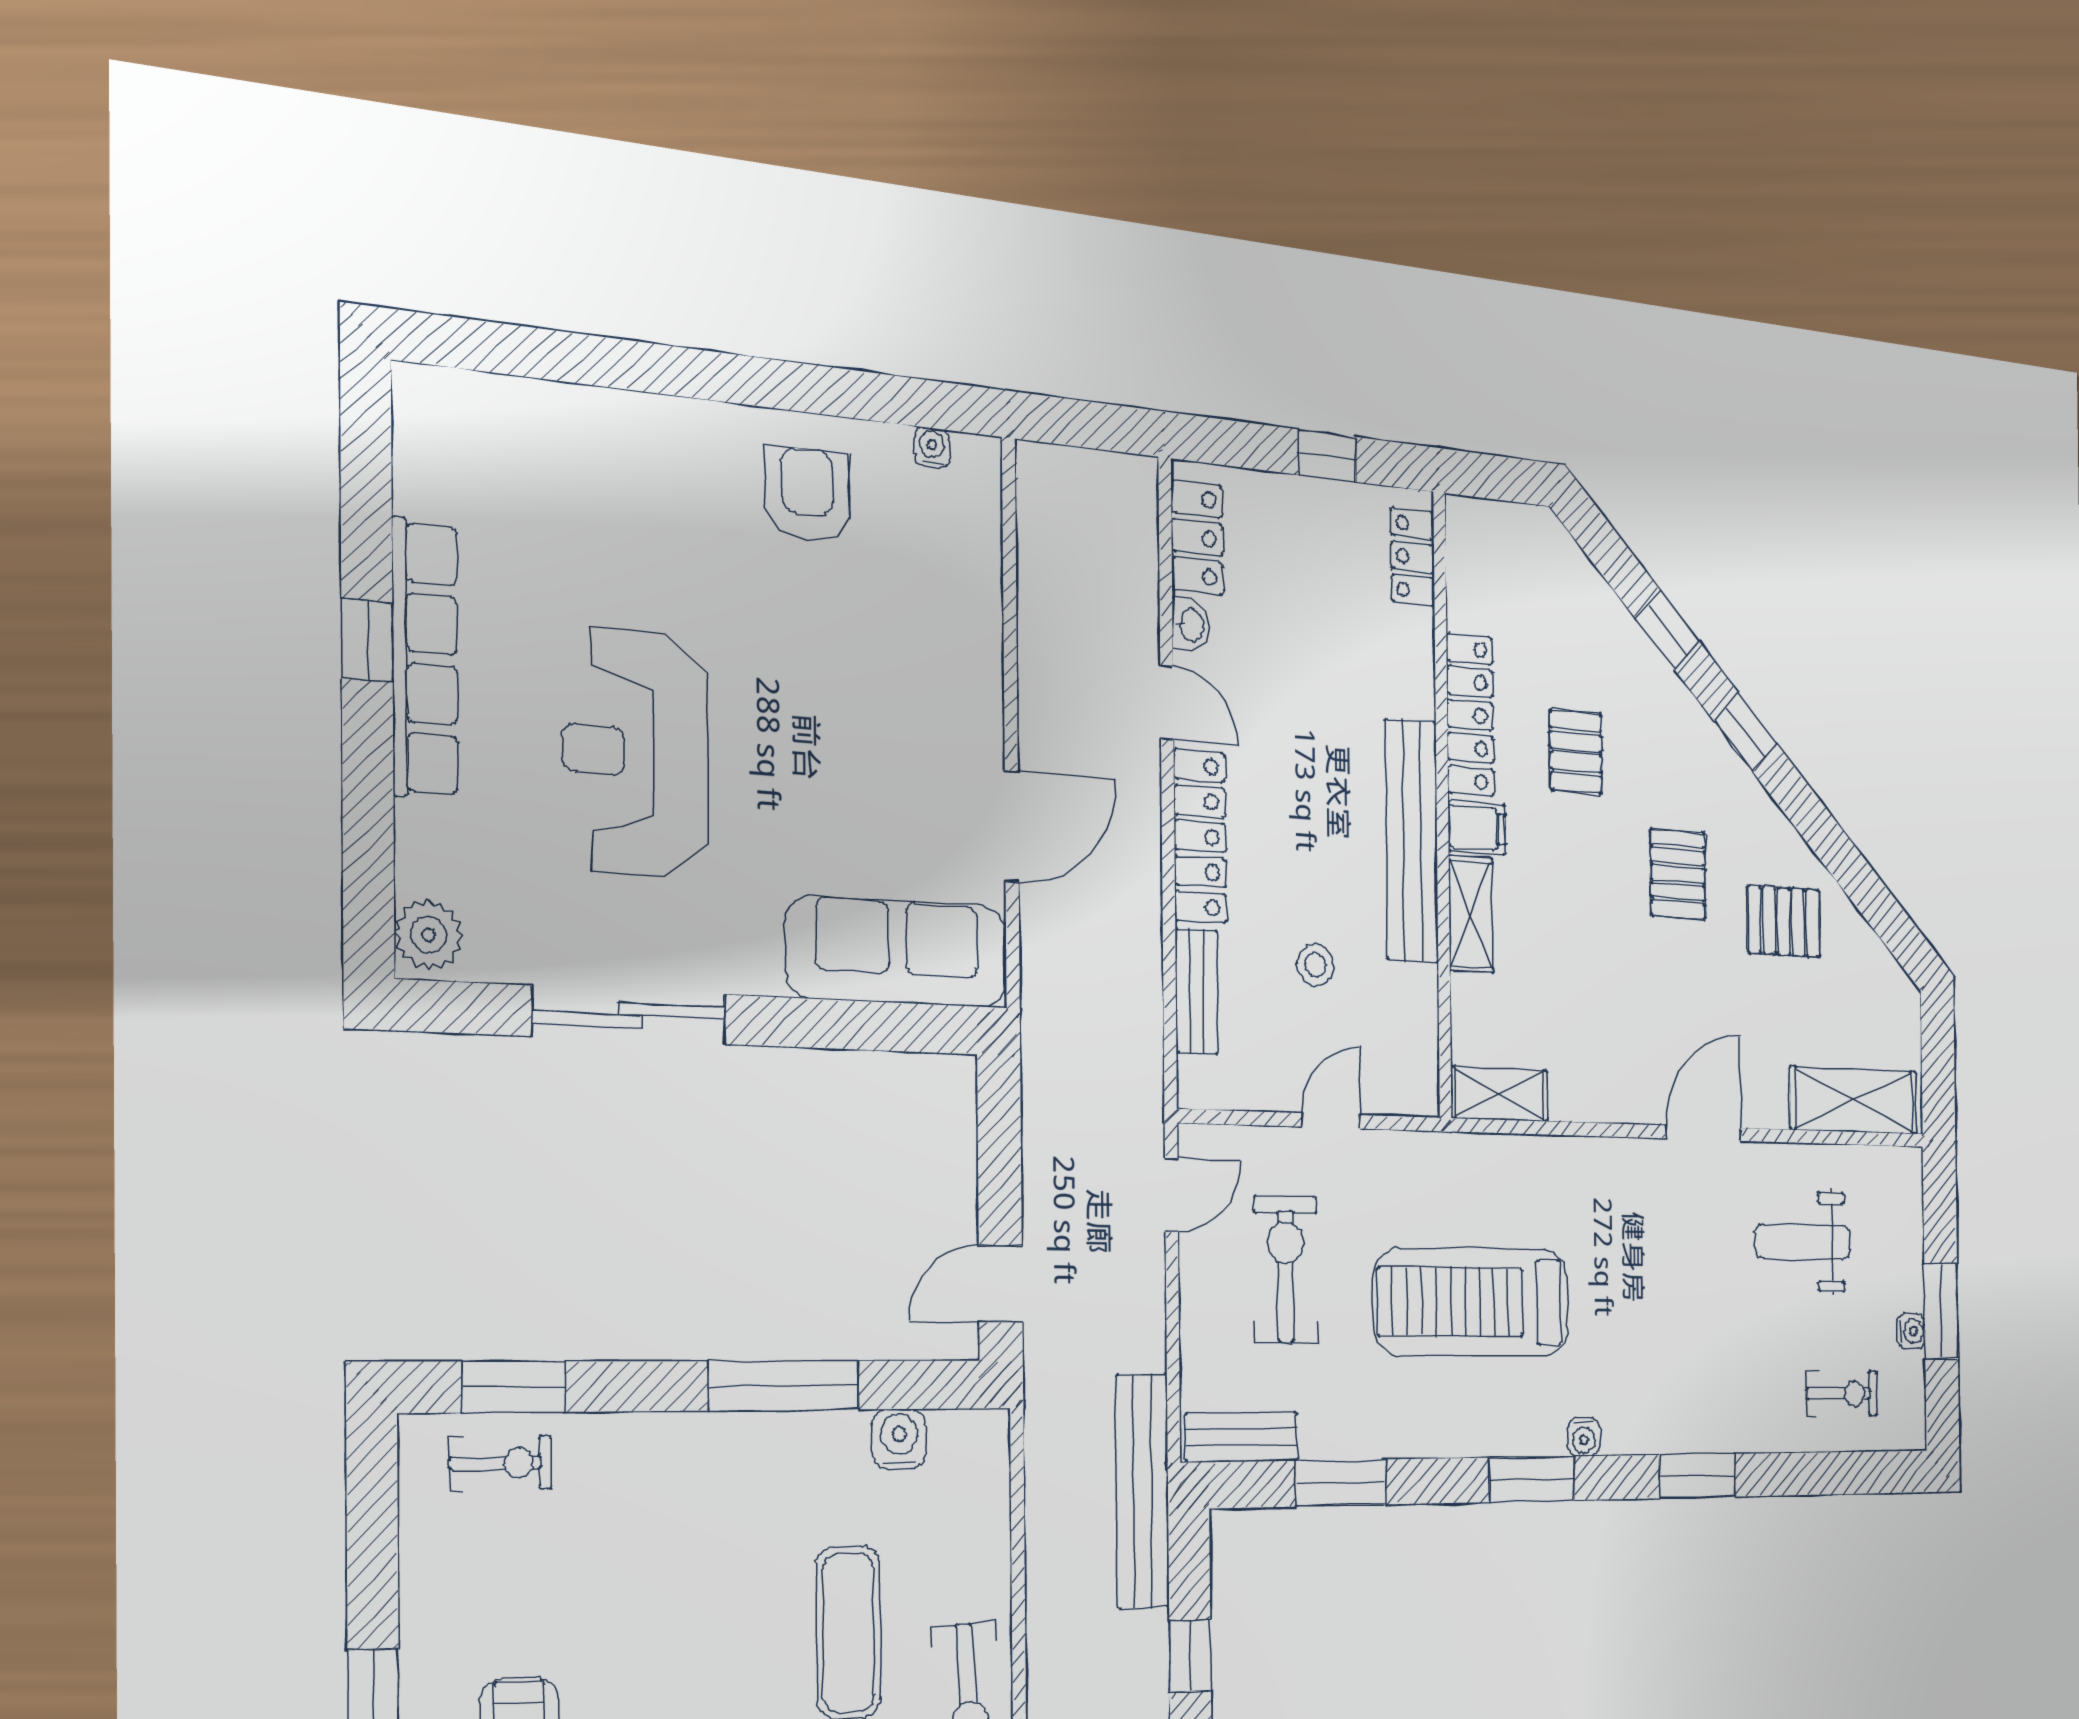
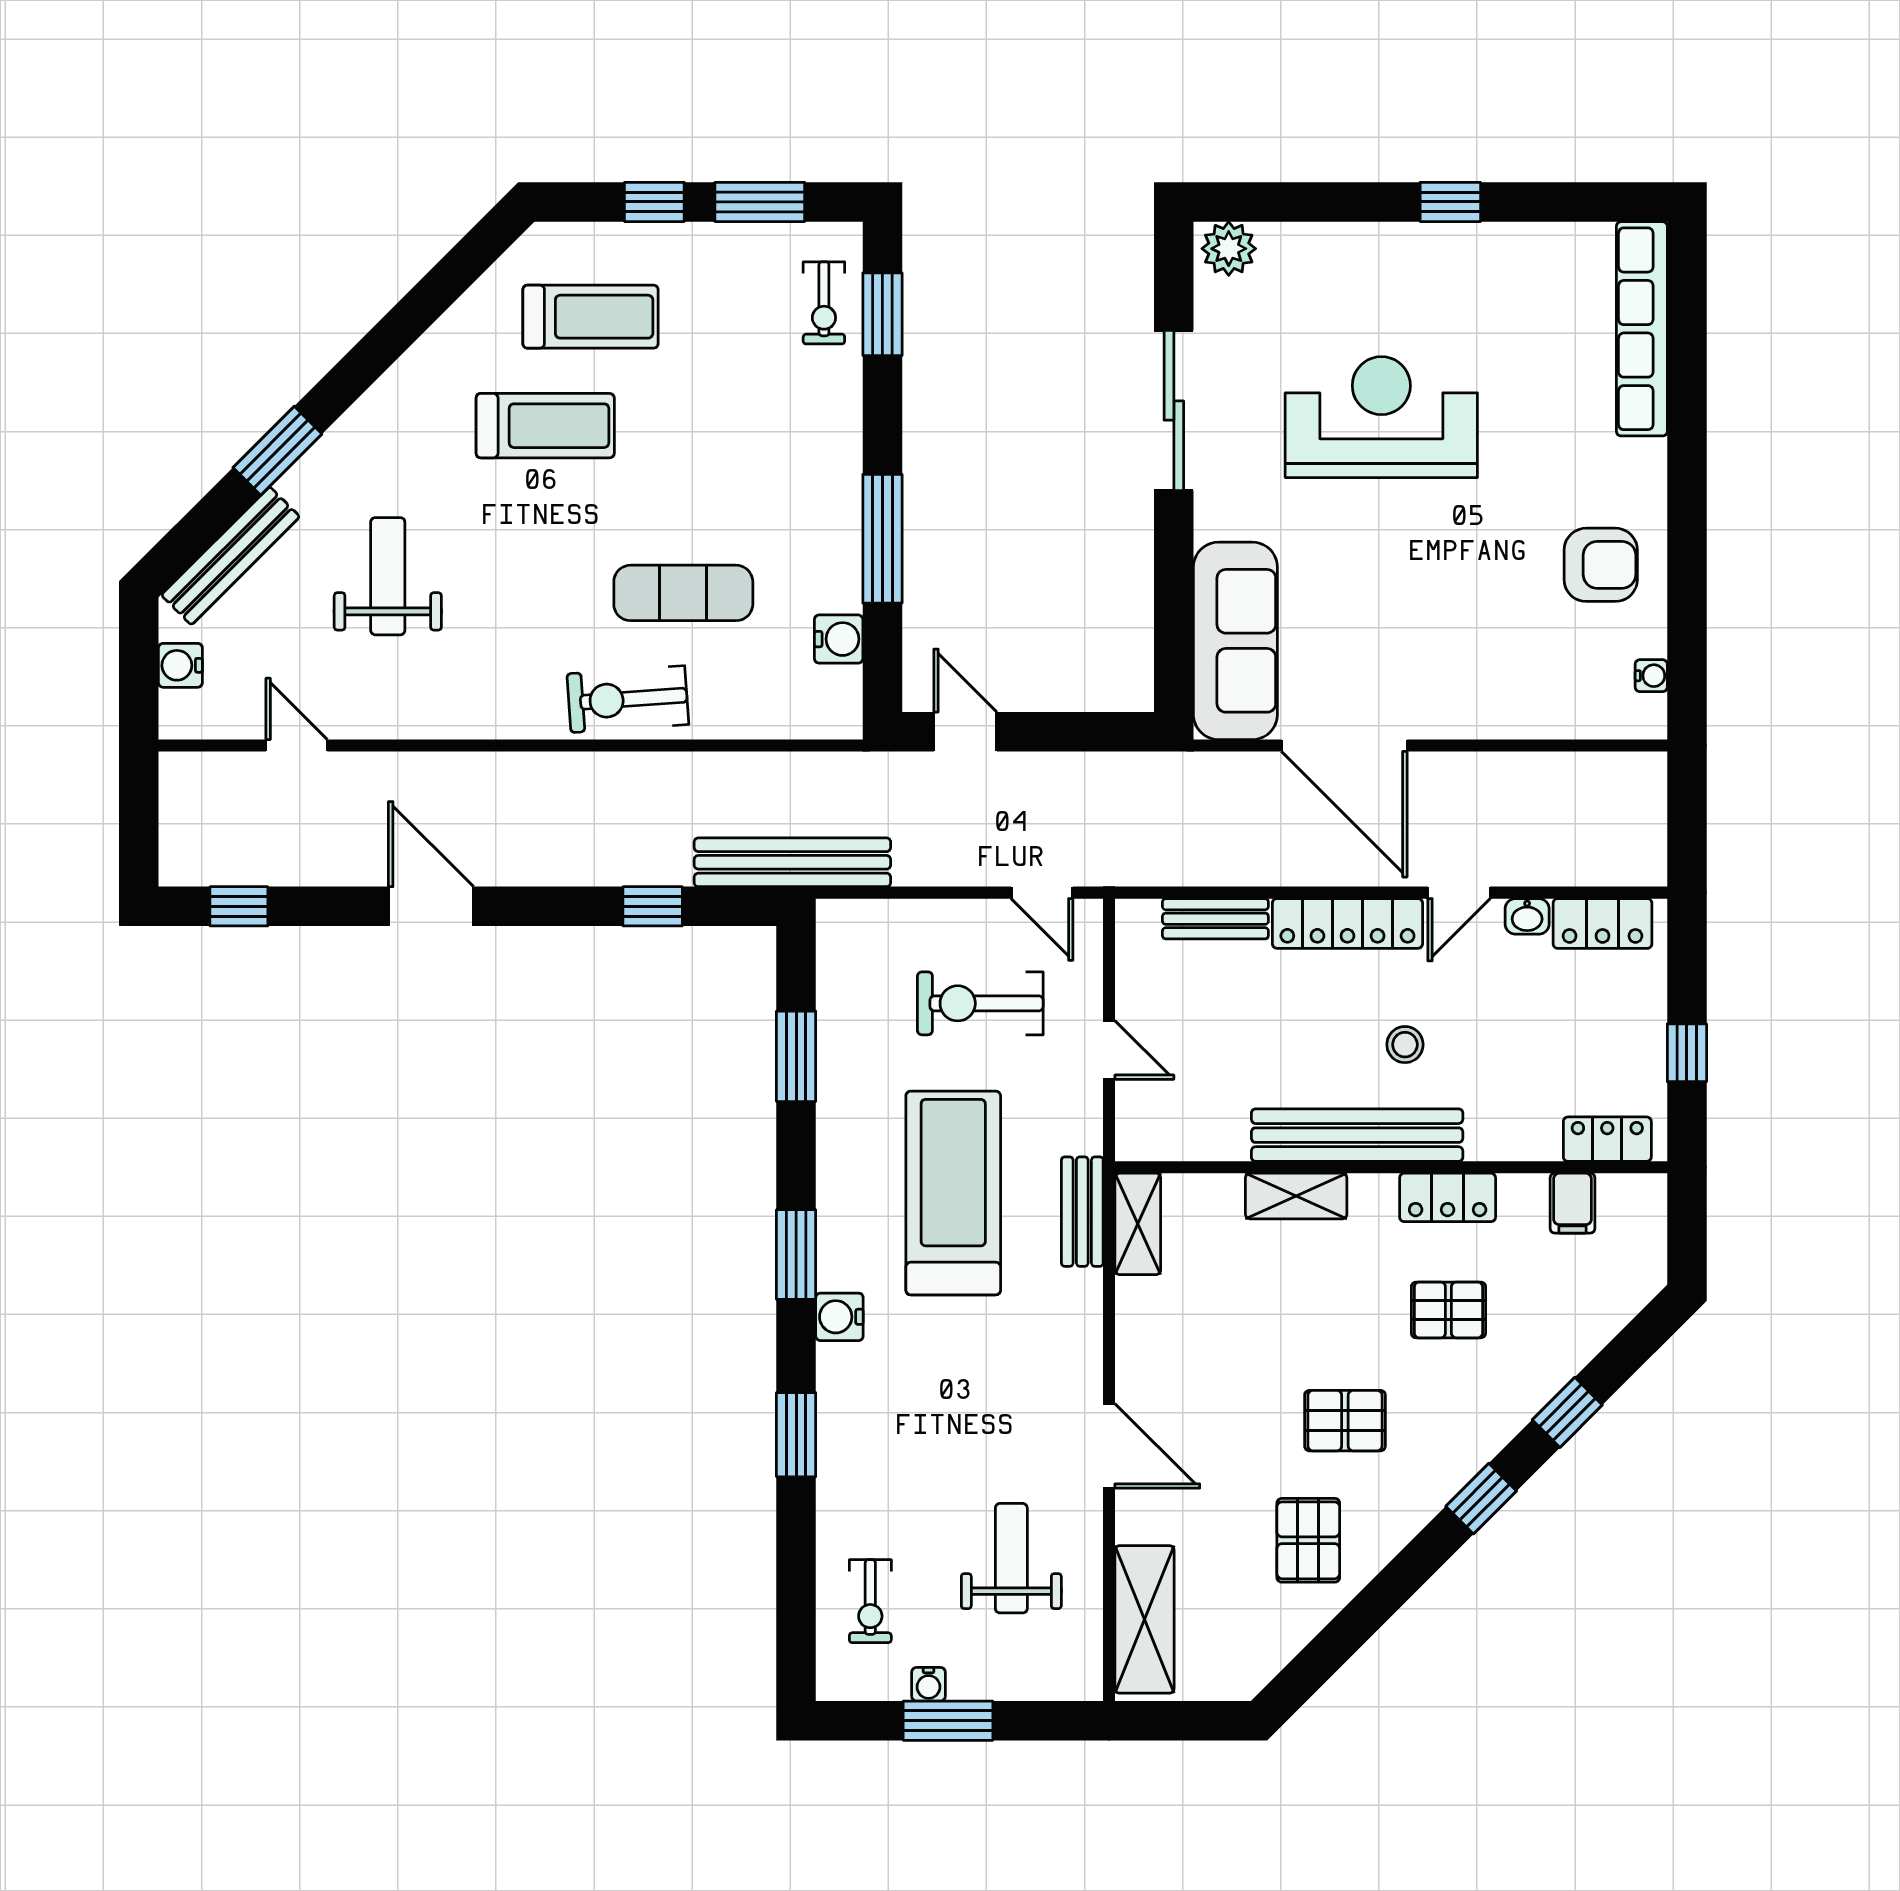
row of seats: (425, 658) -> (1642, 329), moved, turned 90
locker: (1470, 715) -> (1448, 1197), width x0.66
door: (1012, 826) -> (1344, 745), width x1.36
filing cabinet: (1477, 828) -> (1573, 1203), moved
stool: (1315, 965) -> (1405, 1045), moved
exercise bike: (1286, 1269) -> (980, 1003), turned 180
bench: (1241, 1437) -> (1082, 1212), moved
water cooler: (1584, 1437) -> (839, 1317), width x1.38, depth x1.38
window: (372, 1549) -> (760, 202), added

